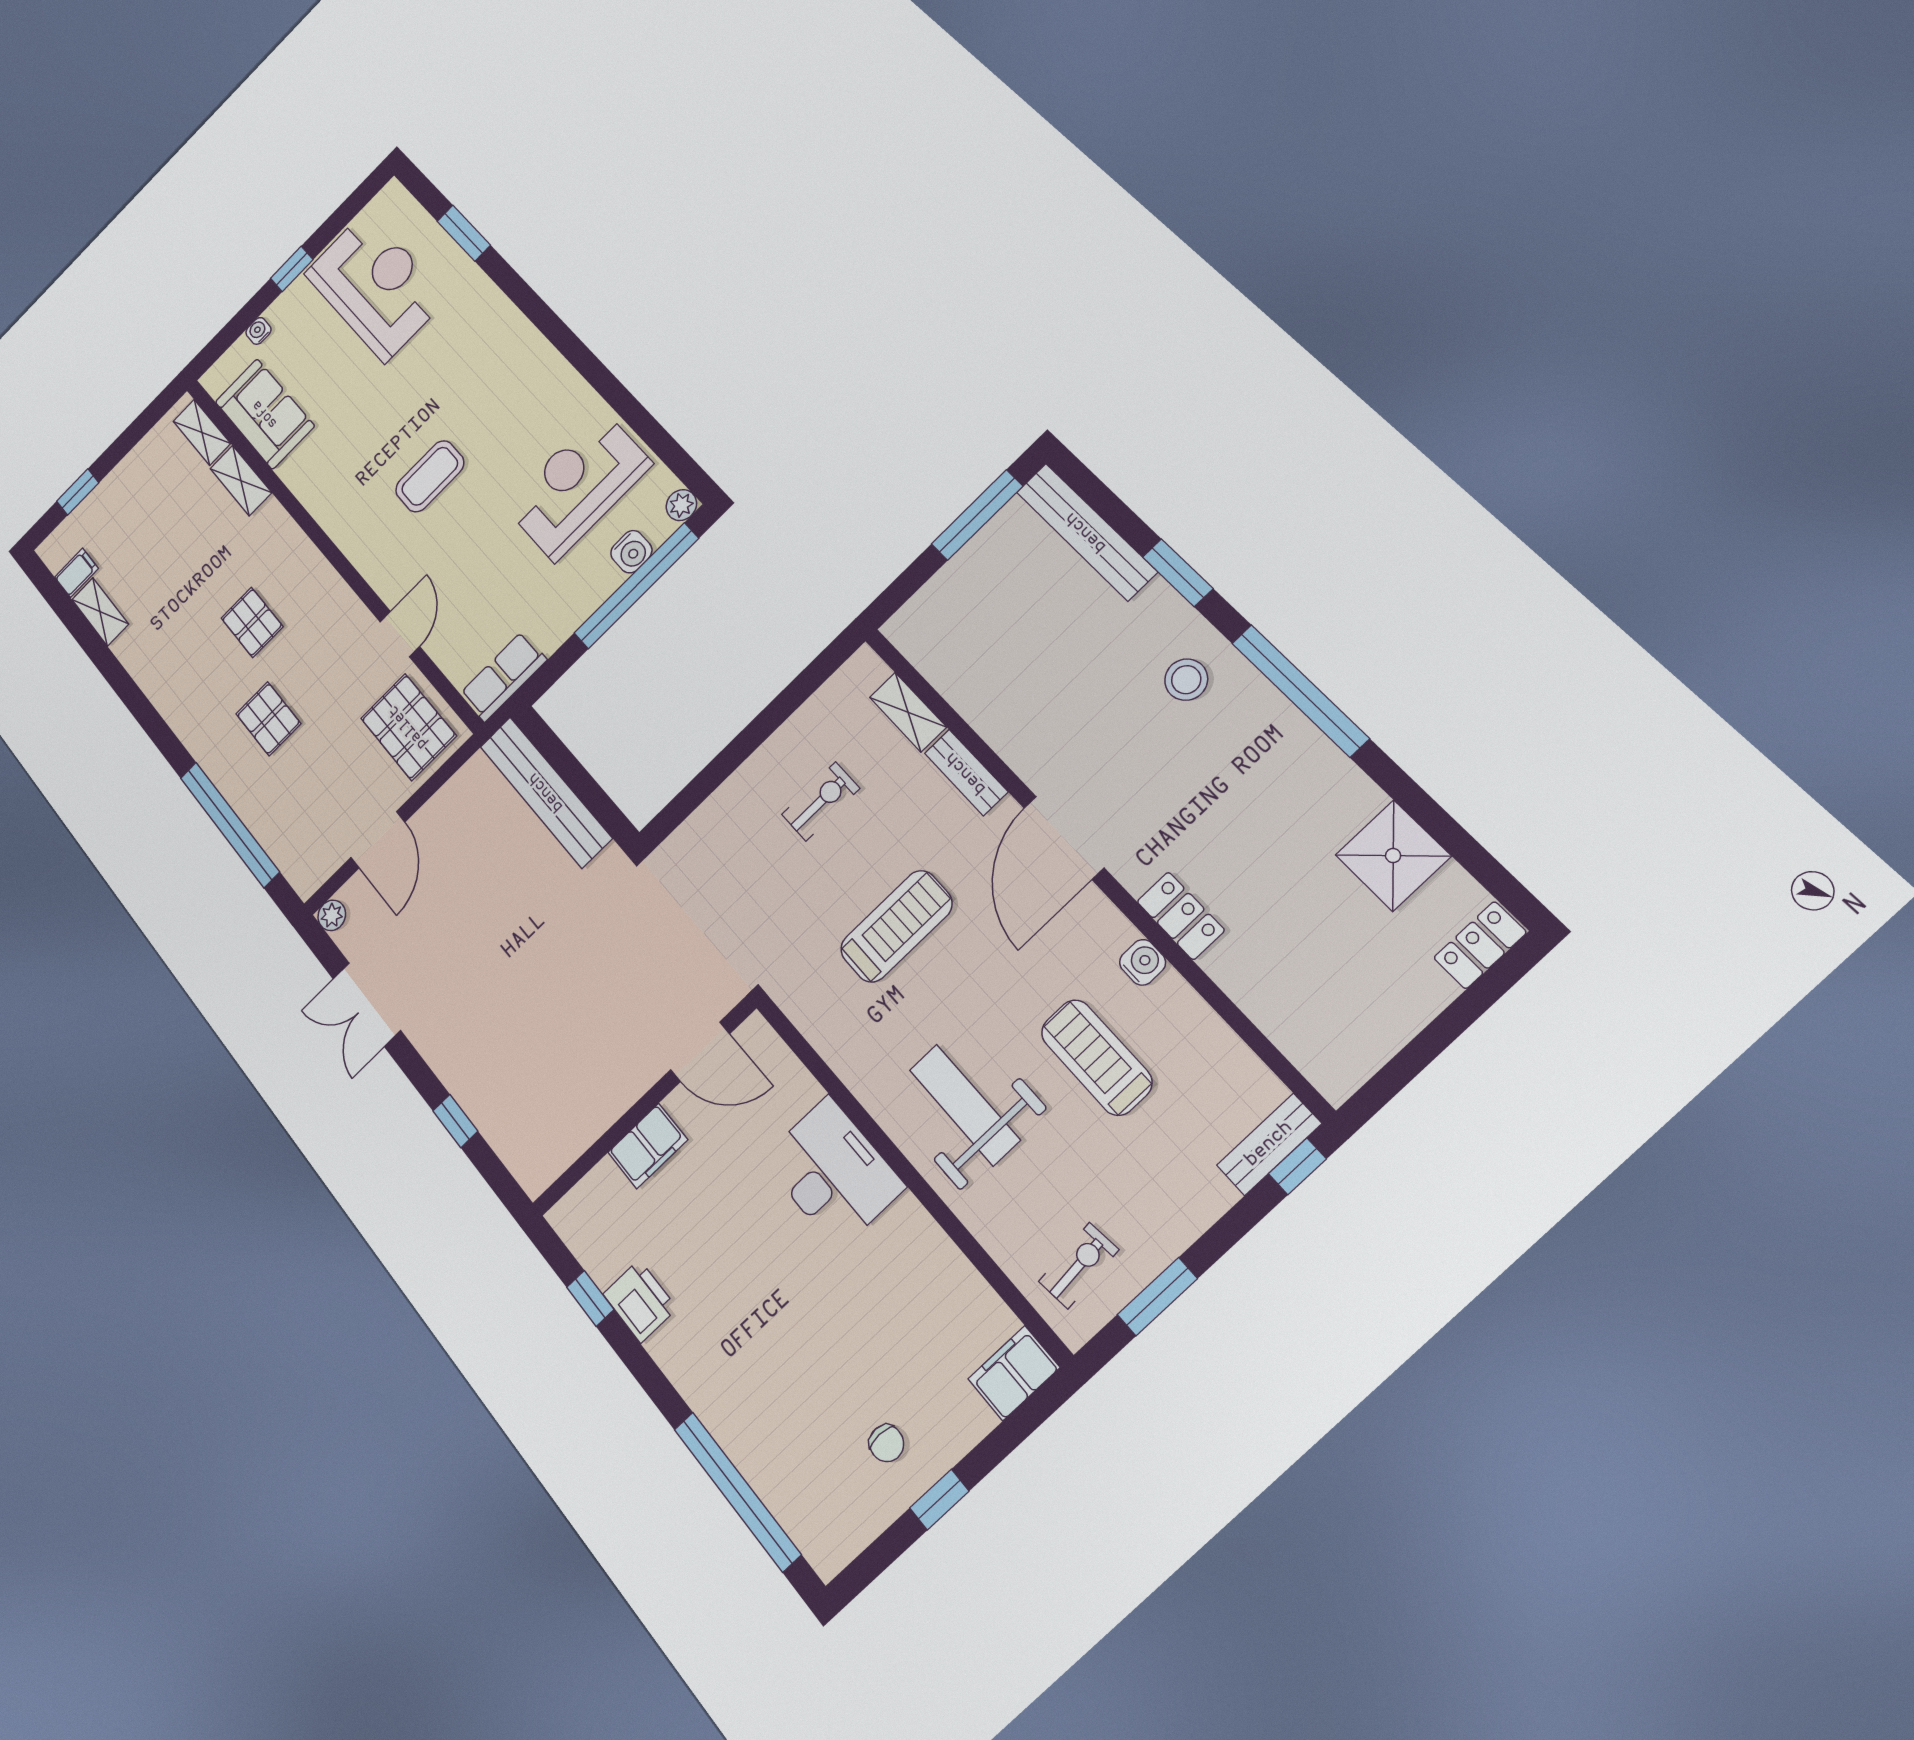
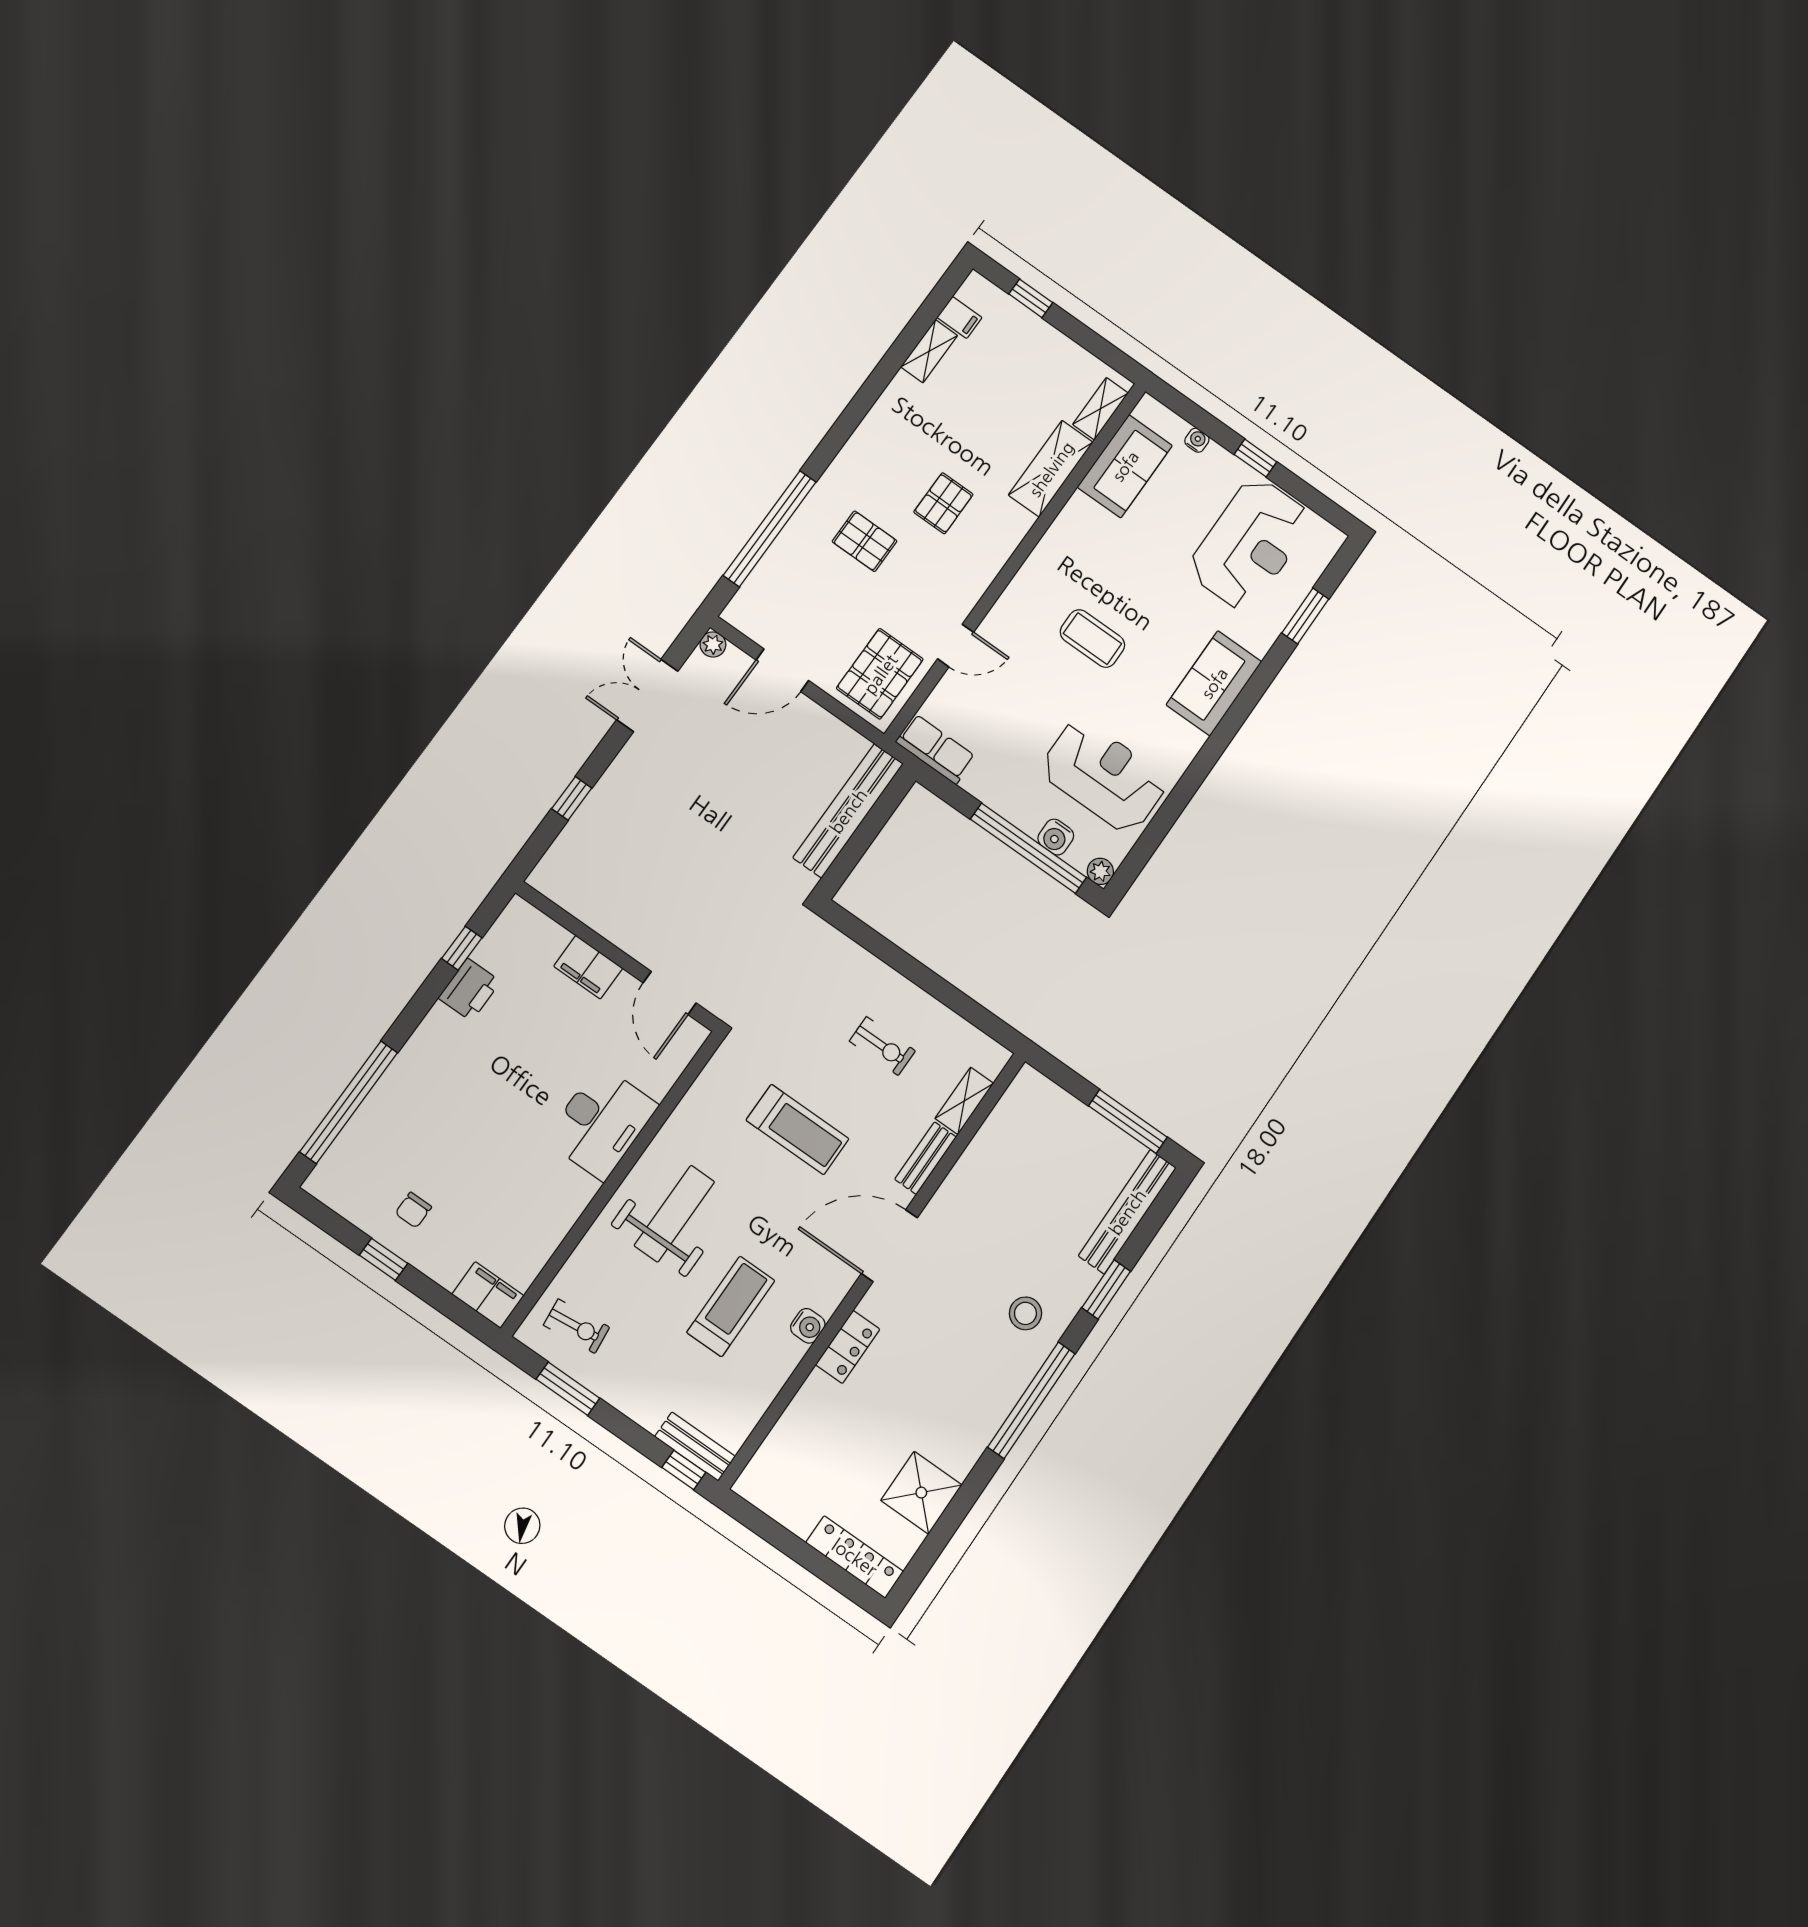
sofa: (509, 345) -> (1214, 683), added
shelving: (241, 481) -> (1051, 469), width x1.50, depth x1.33
pallet: (268, 719) -> (865, 541), turned 90
locker: (1480, 945) -> (855, 1557), width x1.53

